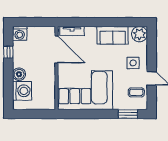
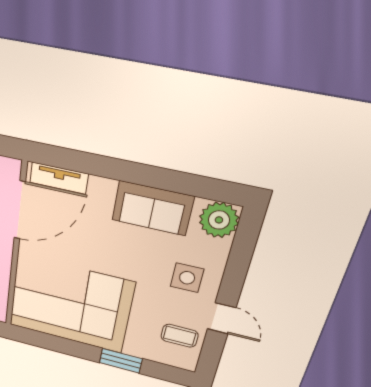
door: (56, 49) -> (20, 210), hinge flipped
window: (128, 114) -> (121, 361), moved

